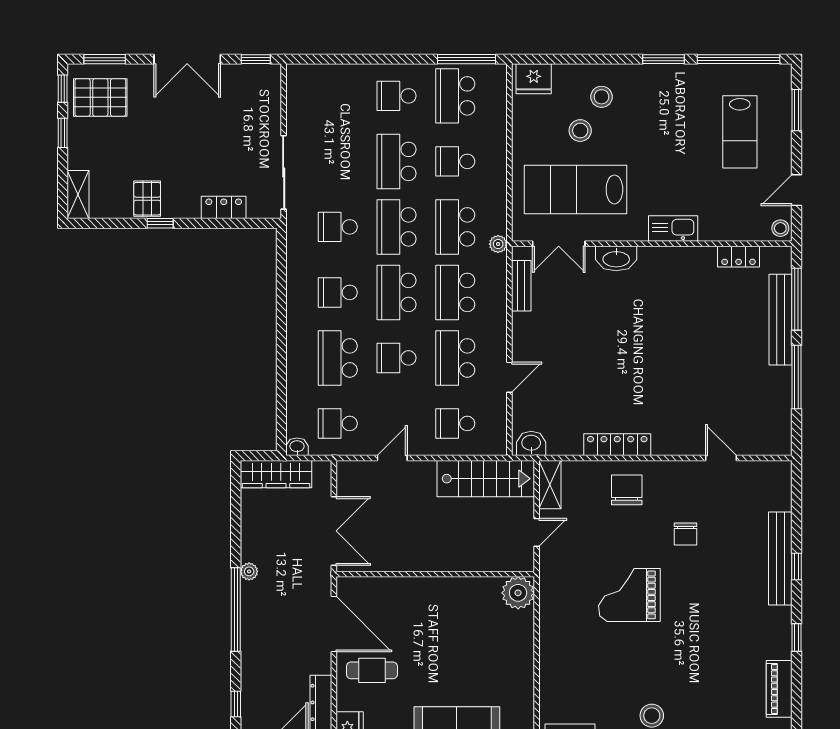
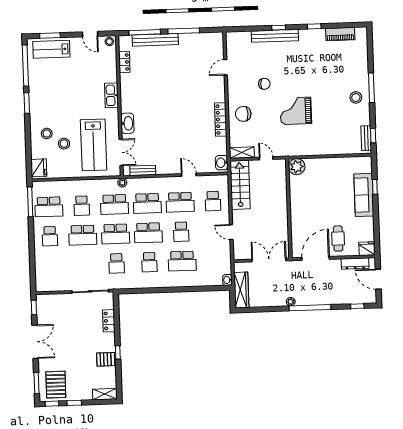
lab bench: (740, 132) -> (51, 49), moved, turned 180
school desk: (338, 423) -> (215, 260), removed
grand piano: (629, 595) -> (296, 111), turned 90

